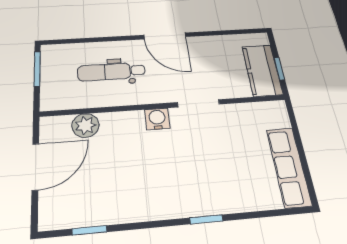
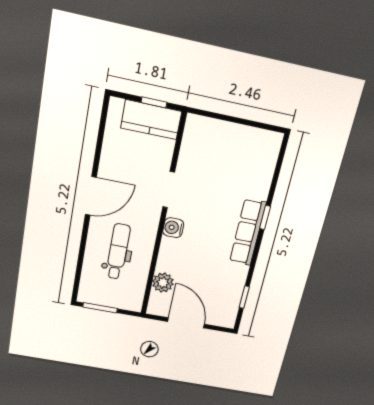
dental chair: (111, 72) -> (118, 252), turned 180
row of seats: (289, 167) -> (248, 232), moved, turned 90

